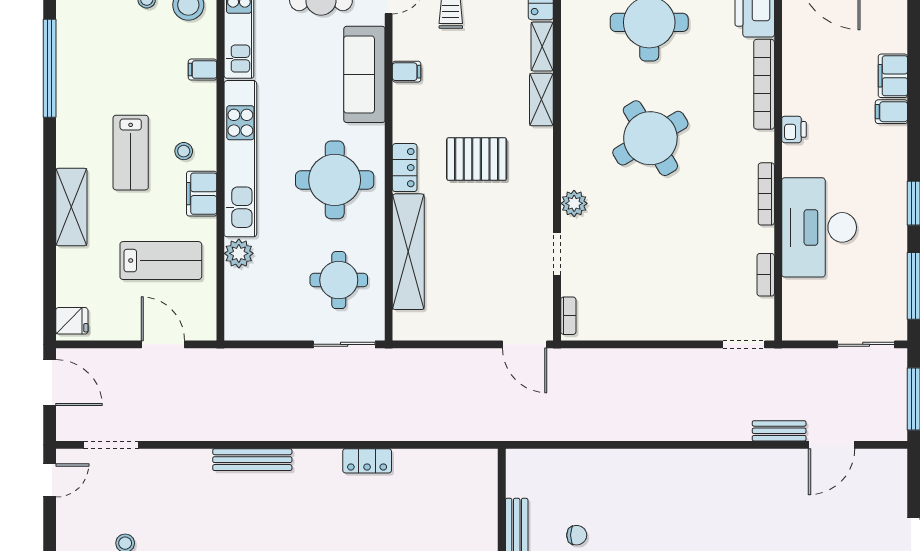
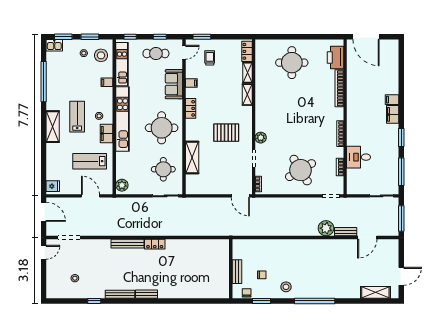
sofa: (364, 74) -> (174, 84), width x0.73
filing cabinet: (893, 76) -> (393, 114), moved
printer: (794, 129) -> (352, 107), removed
round table: (650, 138) -> (301, 170), moved
lab bench: (131, 153) -> (77, 117), turned 180
pallet: (477, 159) -> (226, 133), moved
locker: (405, 168) -> (191, 108), moved
shelving: (71, 207) -> (53, 127), moved
desk: (819, 227) -> (359, 157), width x0.53, depth x0.77
shelving: (408, 252) -> (192, 158), width x0.68
plant: (239, 253) -> (122, 185), moved
lab bench: (161, 261) -> (90, 161), turned 180
plant: (732, 422) -> (326, 228), added
locker: (367, 461) -> (155, 244), moved

